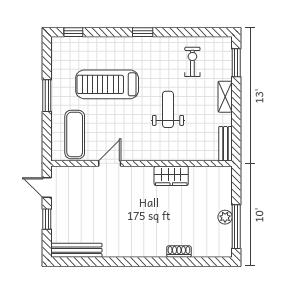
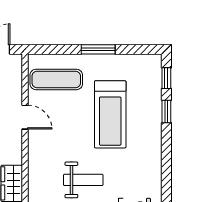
window: (143, 32) -> (166, 111), moved
treadmill: (107, 84) -> (110, 114), turned 180

